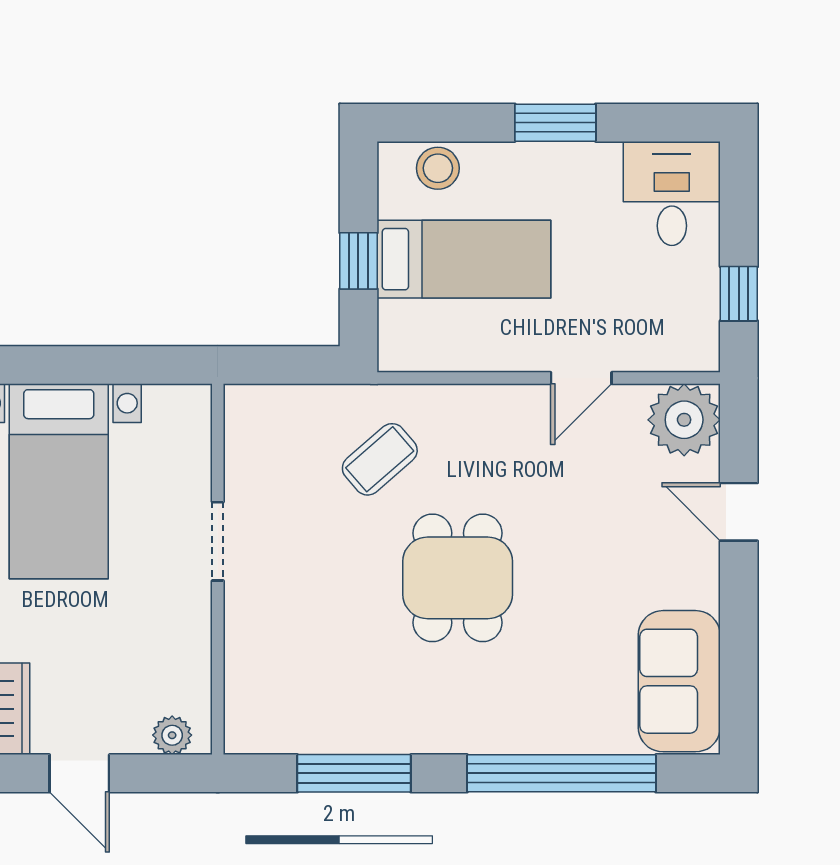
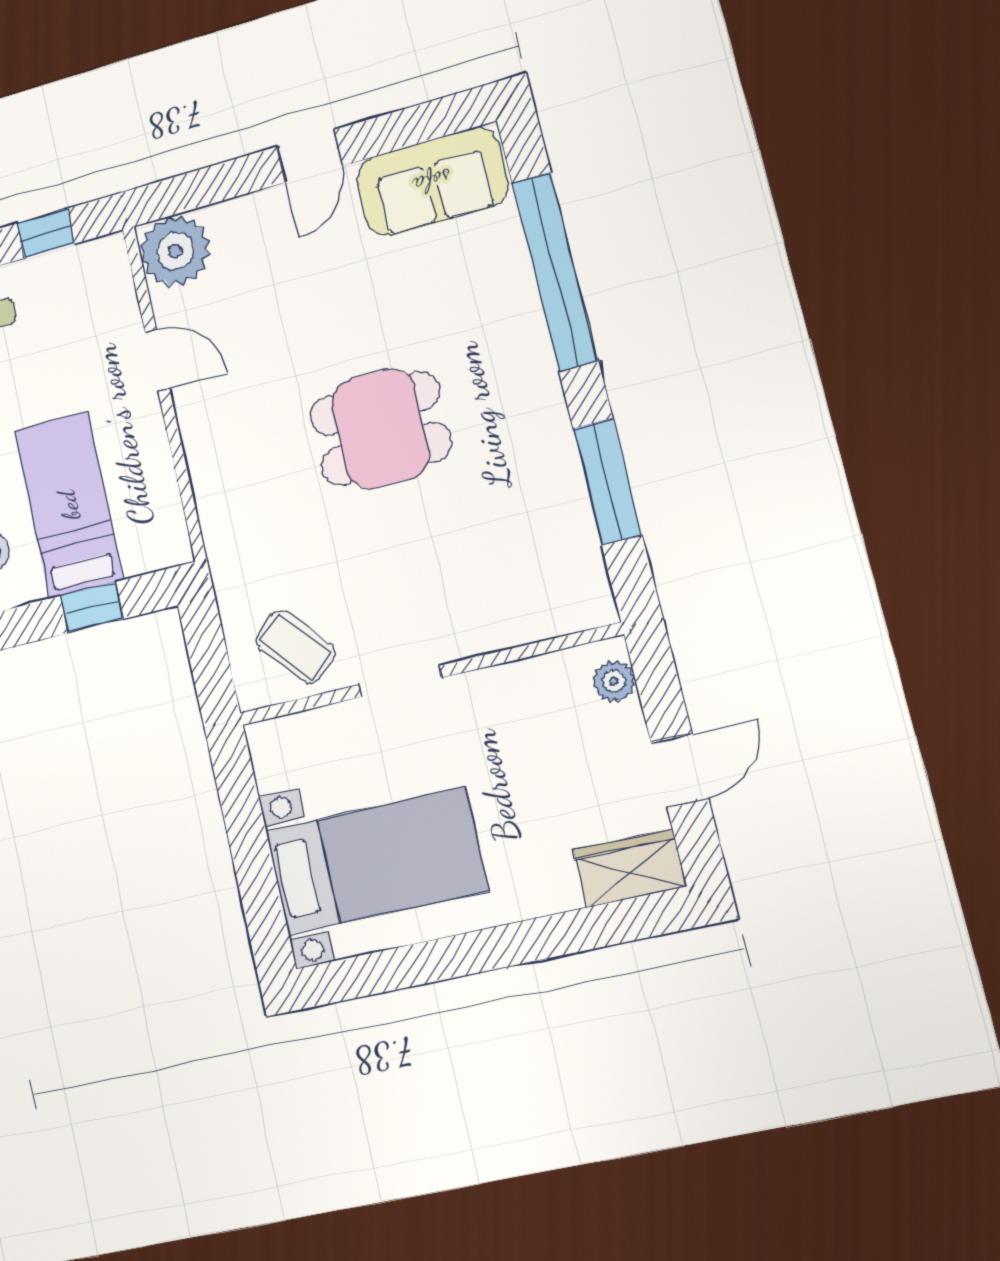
coffee table: (380, 459) -> (295, 647), moved
door: (739, 512) -> (310, 156), moved

